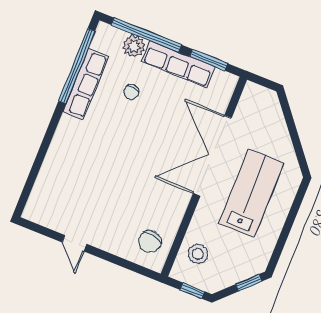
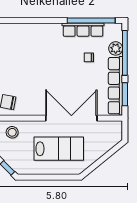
row of seats: (178, 64) -> (115, 86), width x1.36

